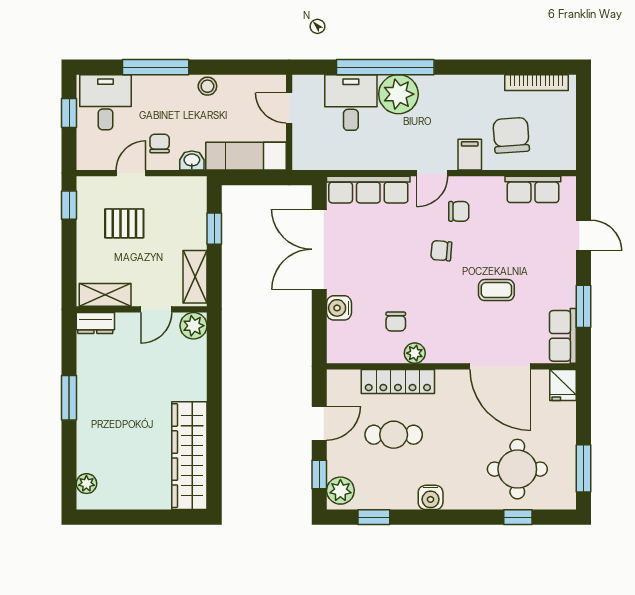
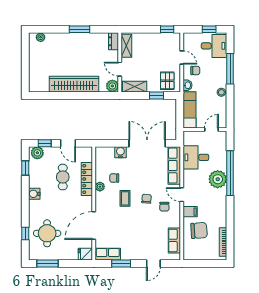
desk: (351, 102) -> (196, 157), moved, turned 180
pallet: (124, 223) -> (167, 81), moved
coffee table: (496, 290) -> (125, 198), moved
wardrobe: (189, 456) -> (74, 84), moved

